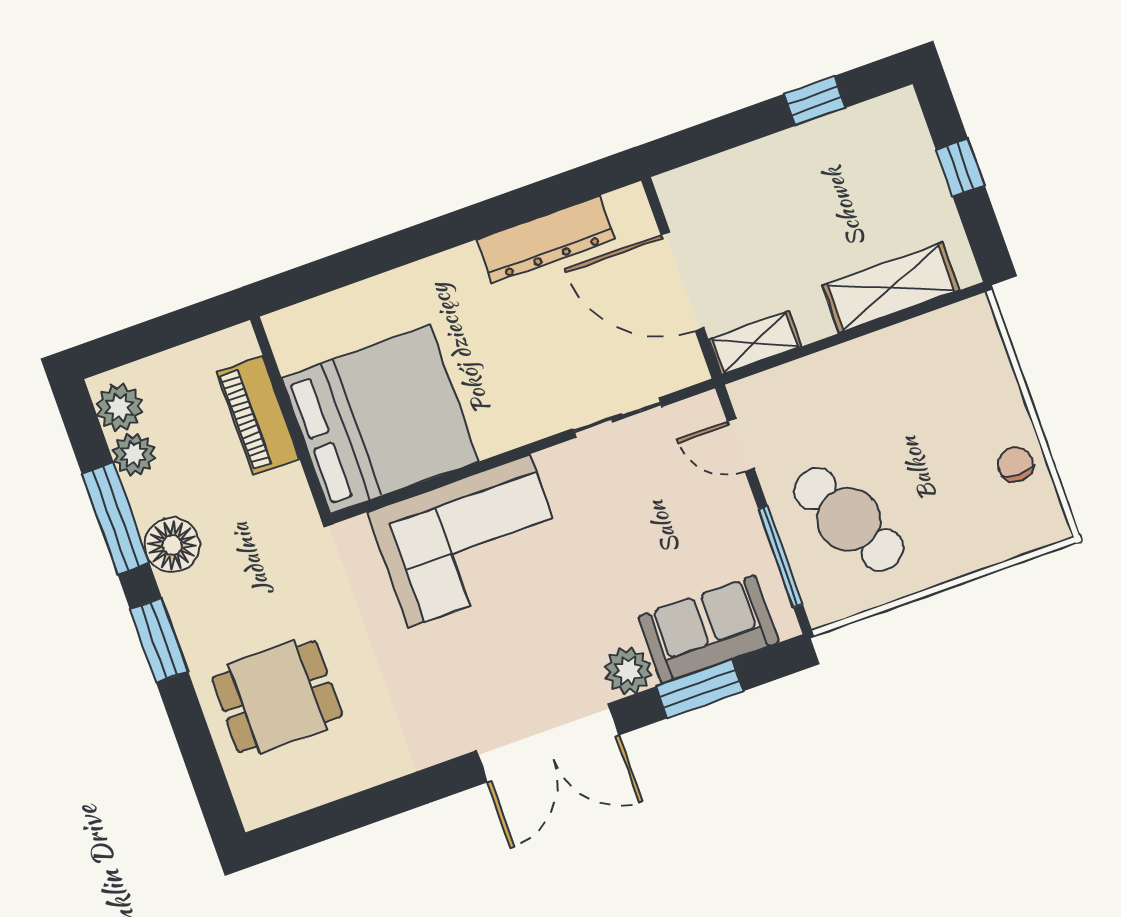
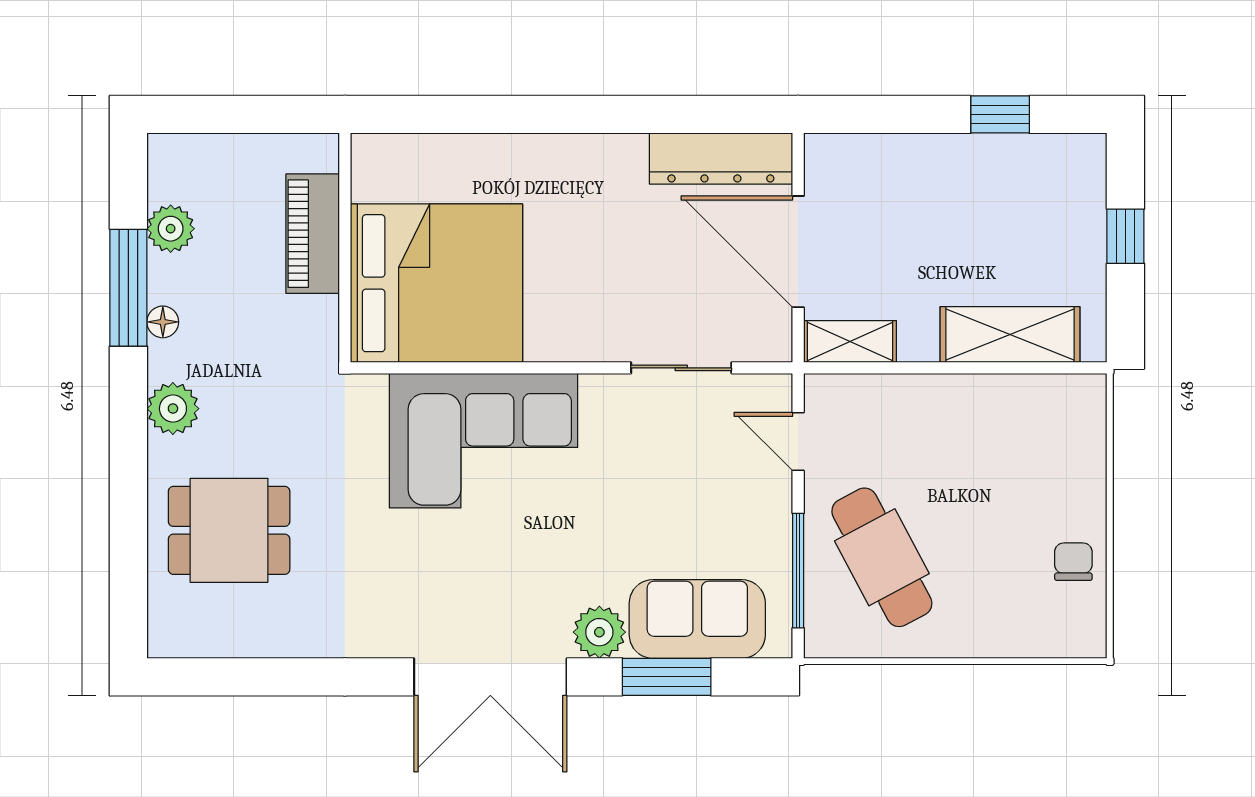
dresser: (546, 239) -> (721, 159), moved
plant: (119, 407) -> (173, 409), moved
floor lamp: (172, 545) -> (163, 322), width x0.53, depth x0.53
window: (159, 640) -> (128, 429), removed

